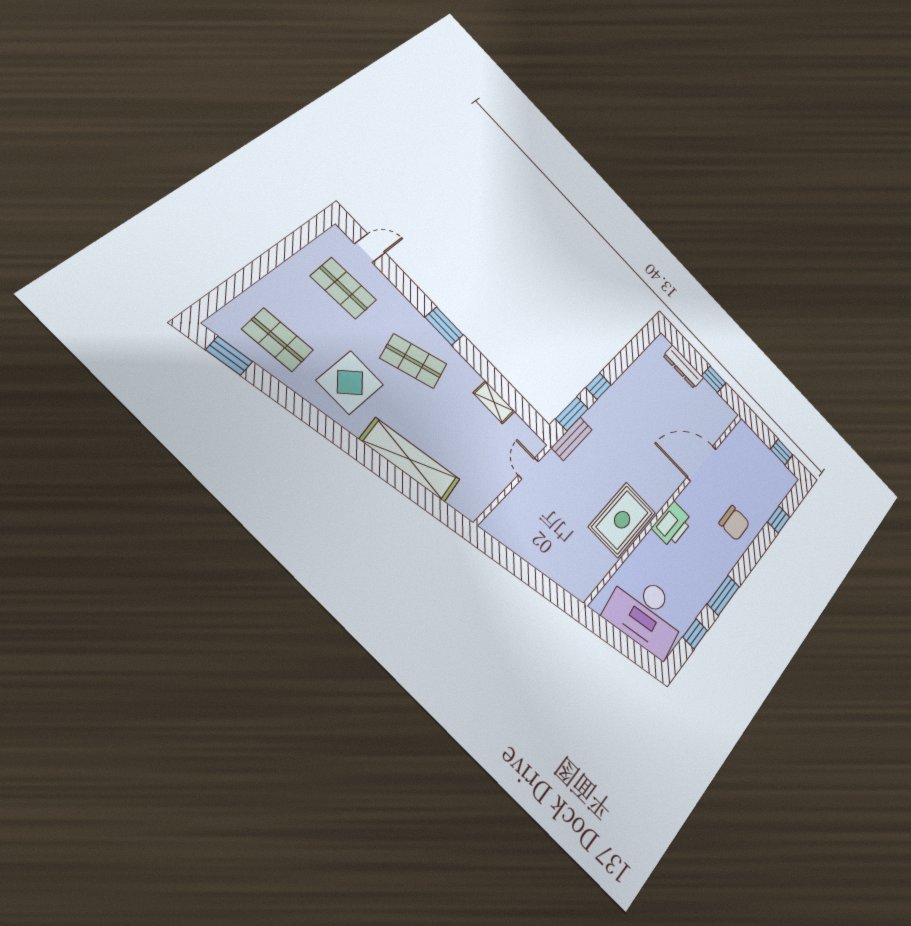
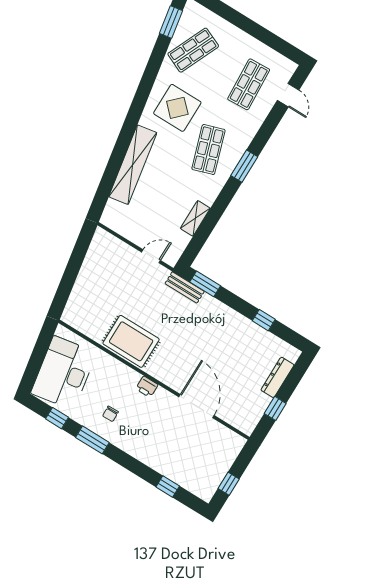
shop shelf: (278, 340) -> (193, 50), turned 30
window: (598, 386) -> (264, 320), moved
chair: (734, 523) -> (110, 414), moved, width x0.54, depth x0.54
printer: (672, 524) -> (147, 387), width x0.53, depth x0.68

